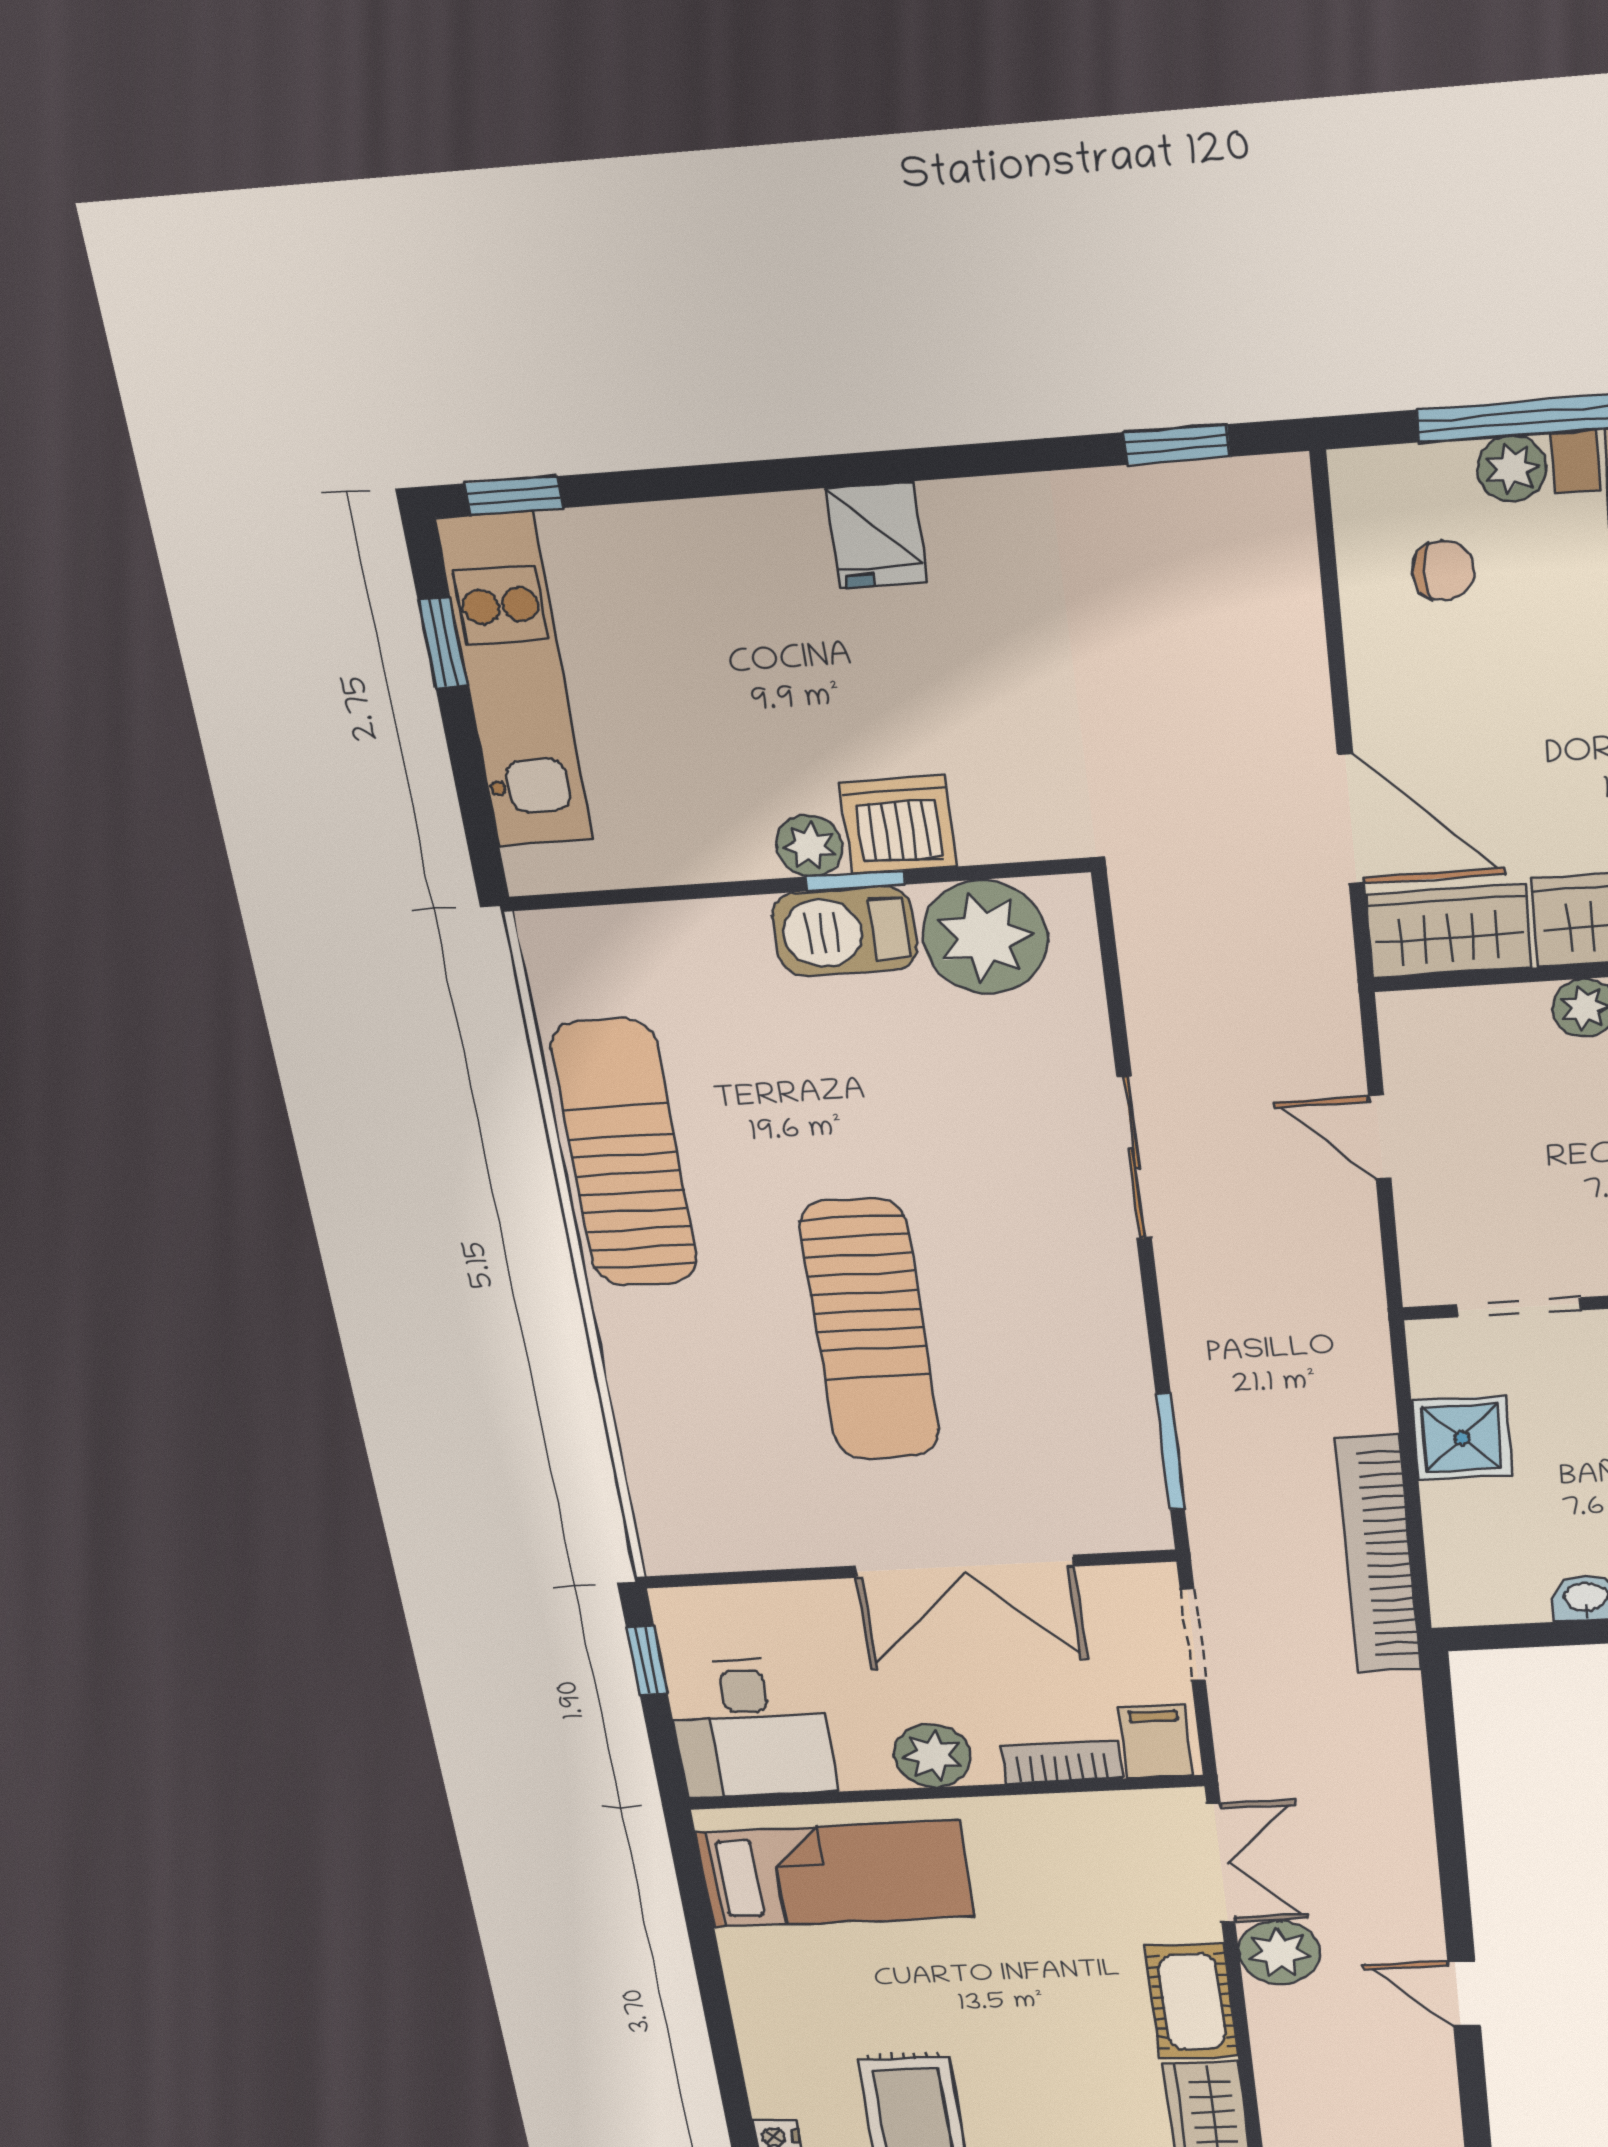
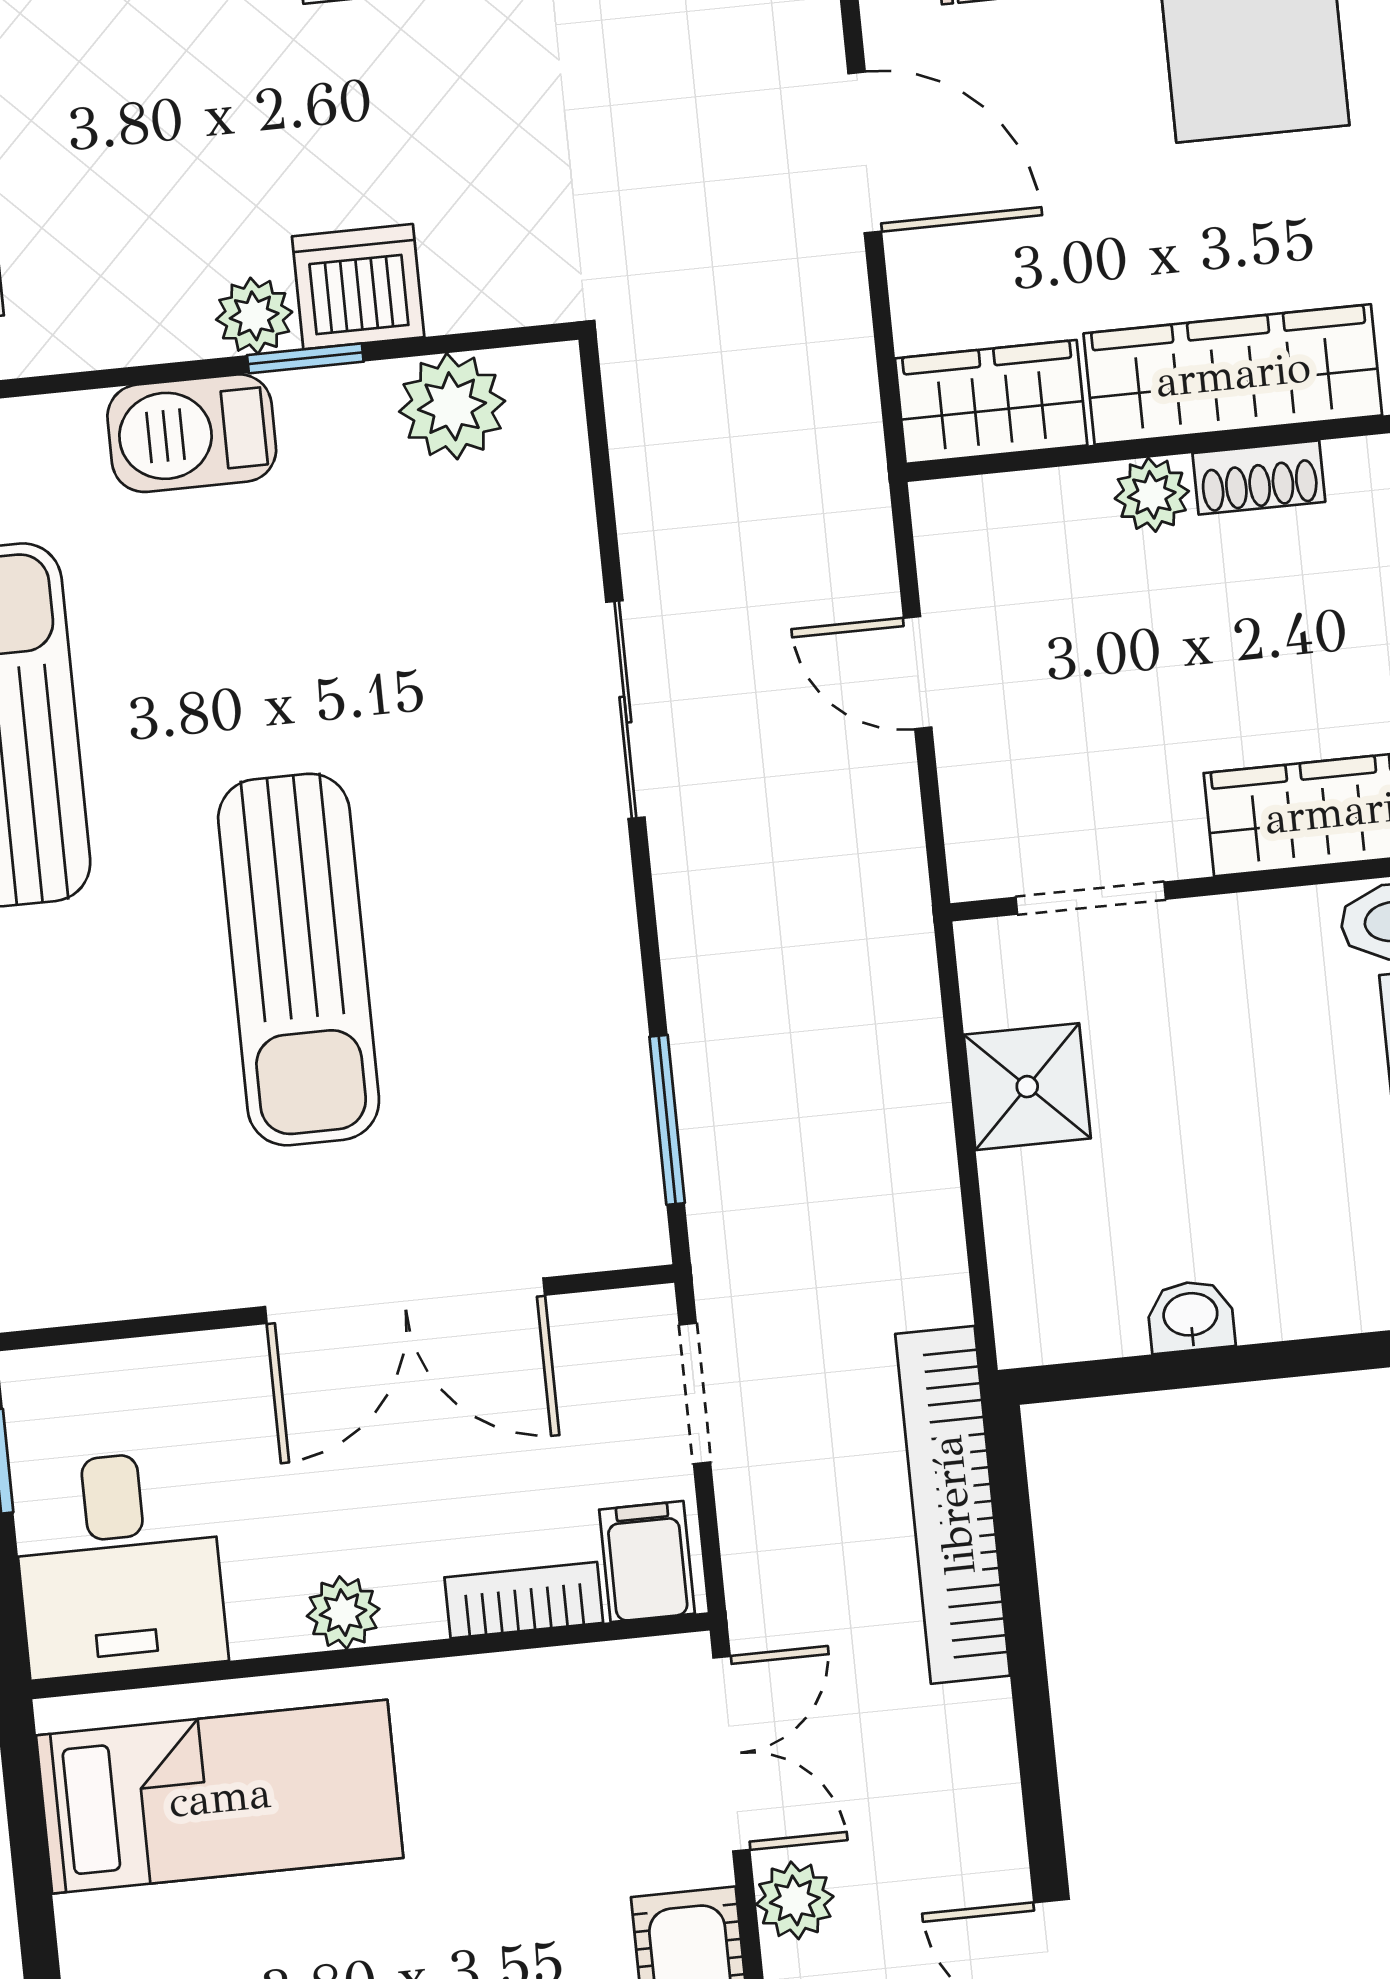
door: (1351, 819) -> (865, 152), moved
barbecue: (845, 932) -> (192, 433), moved
plant: (985, 937) -> (452, 406), width x0.73, depth x0.73
bookcase: (1378, 1555) -> (953, 1505), moved
plant: (932, 1756) -> (343, 1613), width x0.73, depth x0.73
plant: (1279, 1952) -> (795, 1900), width x0.73, depth x0.73

